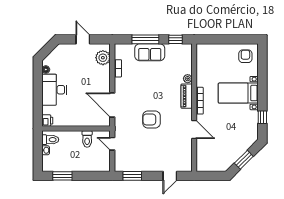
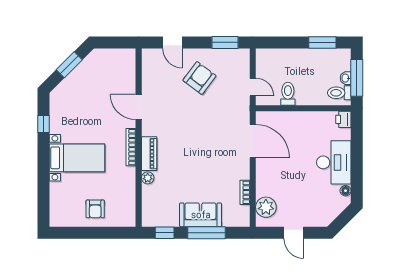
armchair: (245, 56) -> (95, 209), moved
armchair: (151, 119) -> (199, 78), moved, turned -53
window: (38, 150) -> (357, 78), added
door: (170, 176) -> (172, 42), swing flipped

